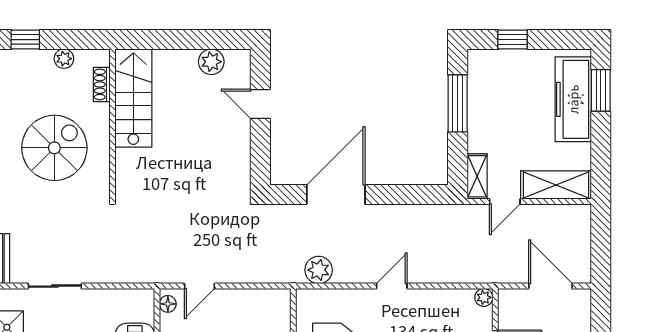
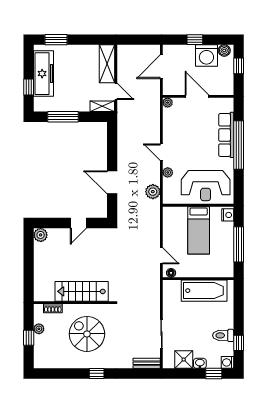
window: (25, 40) -> (29, 338), moved
plant: (211, 62) -> (41, 235), moved
stairs: (133, 98) -> (82, 291), moved
freezer: (573, 99) -> (43, 74), moved, turned -90
door: (260, 104) -> (78, 223), moved
door: (336, 194) -> (112, 182), width x0.73
plant: (354, 298) -> (168, 172), added

